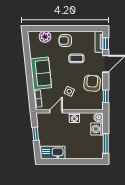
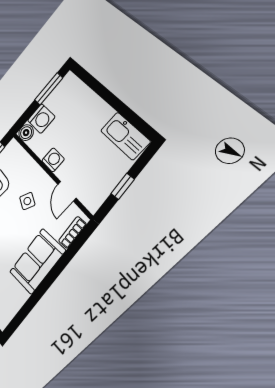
door: (56, 111) -> (67, 191), hinge flipped

